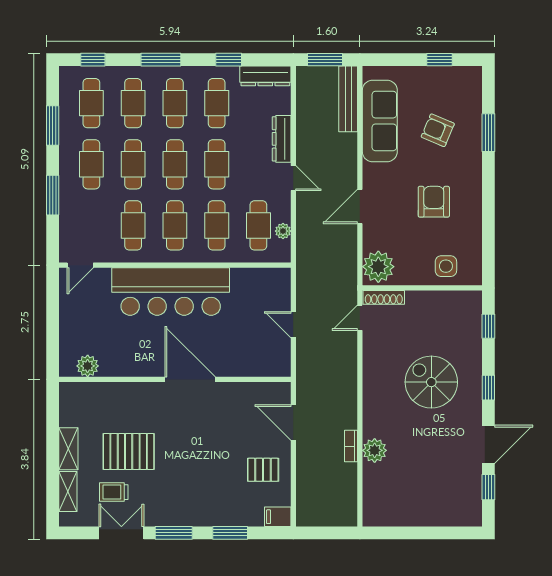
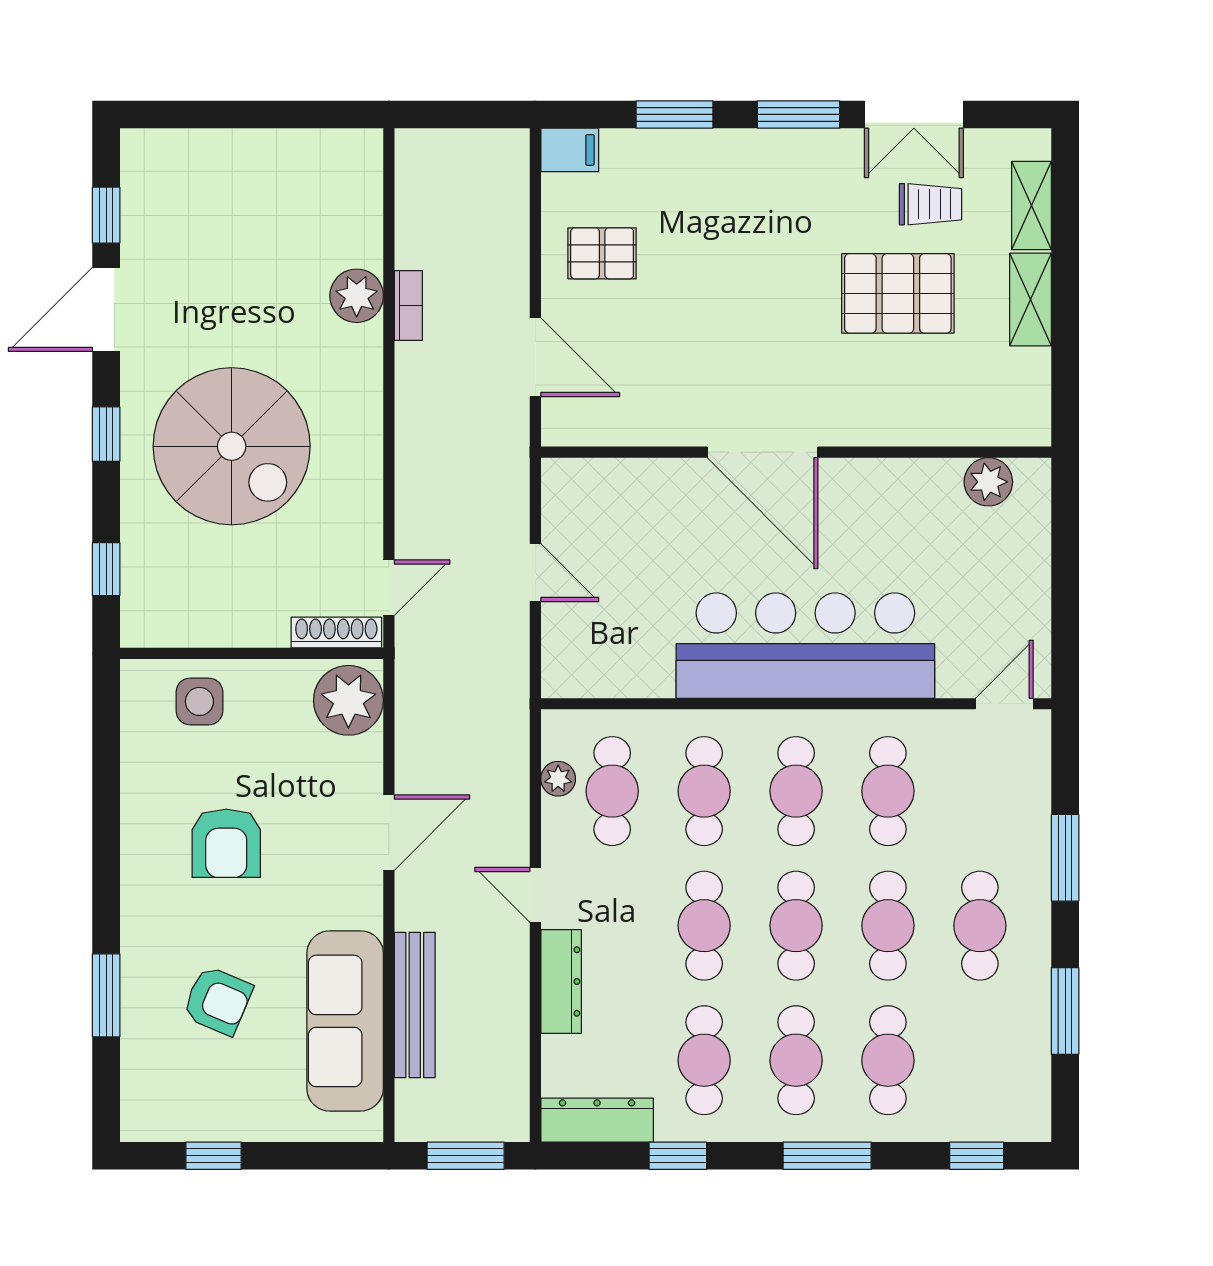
bench: (348, 99) -> (415, 1005), moved
cafe table: (91, 103) -> (980, 1060), removed
spiral stairs: (431, 382) -> (232, 446), width x1.37, depth x1.37

